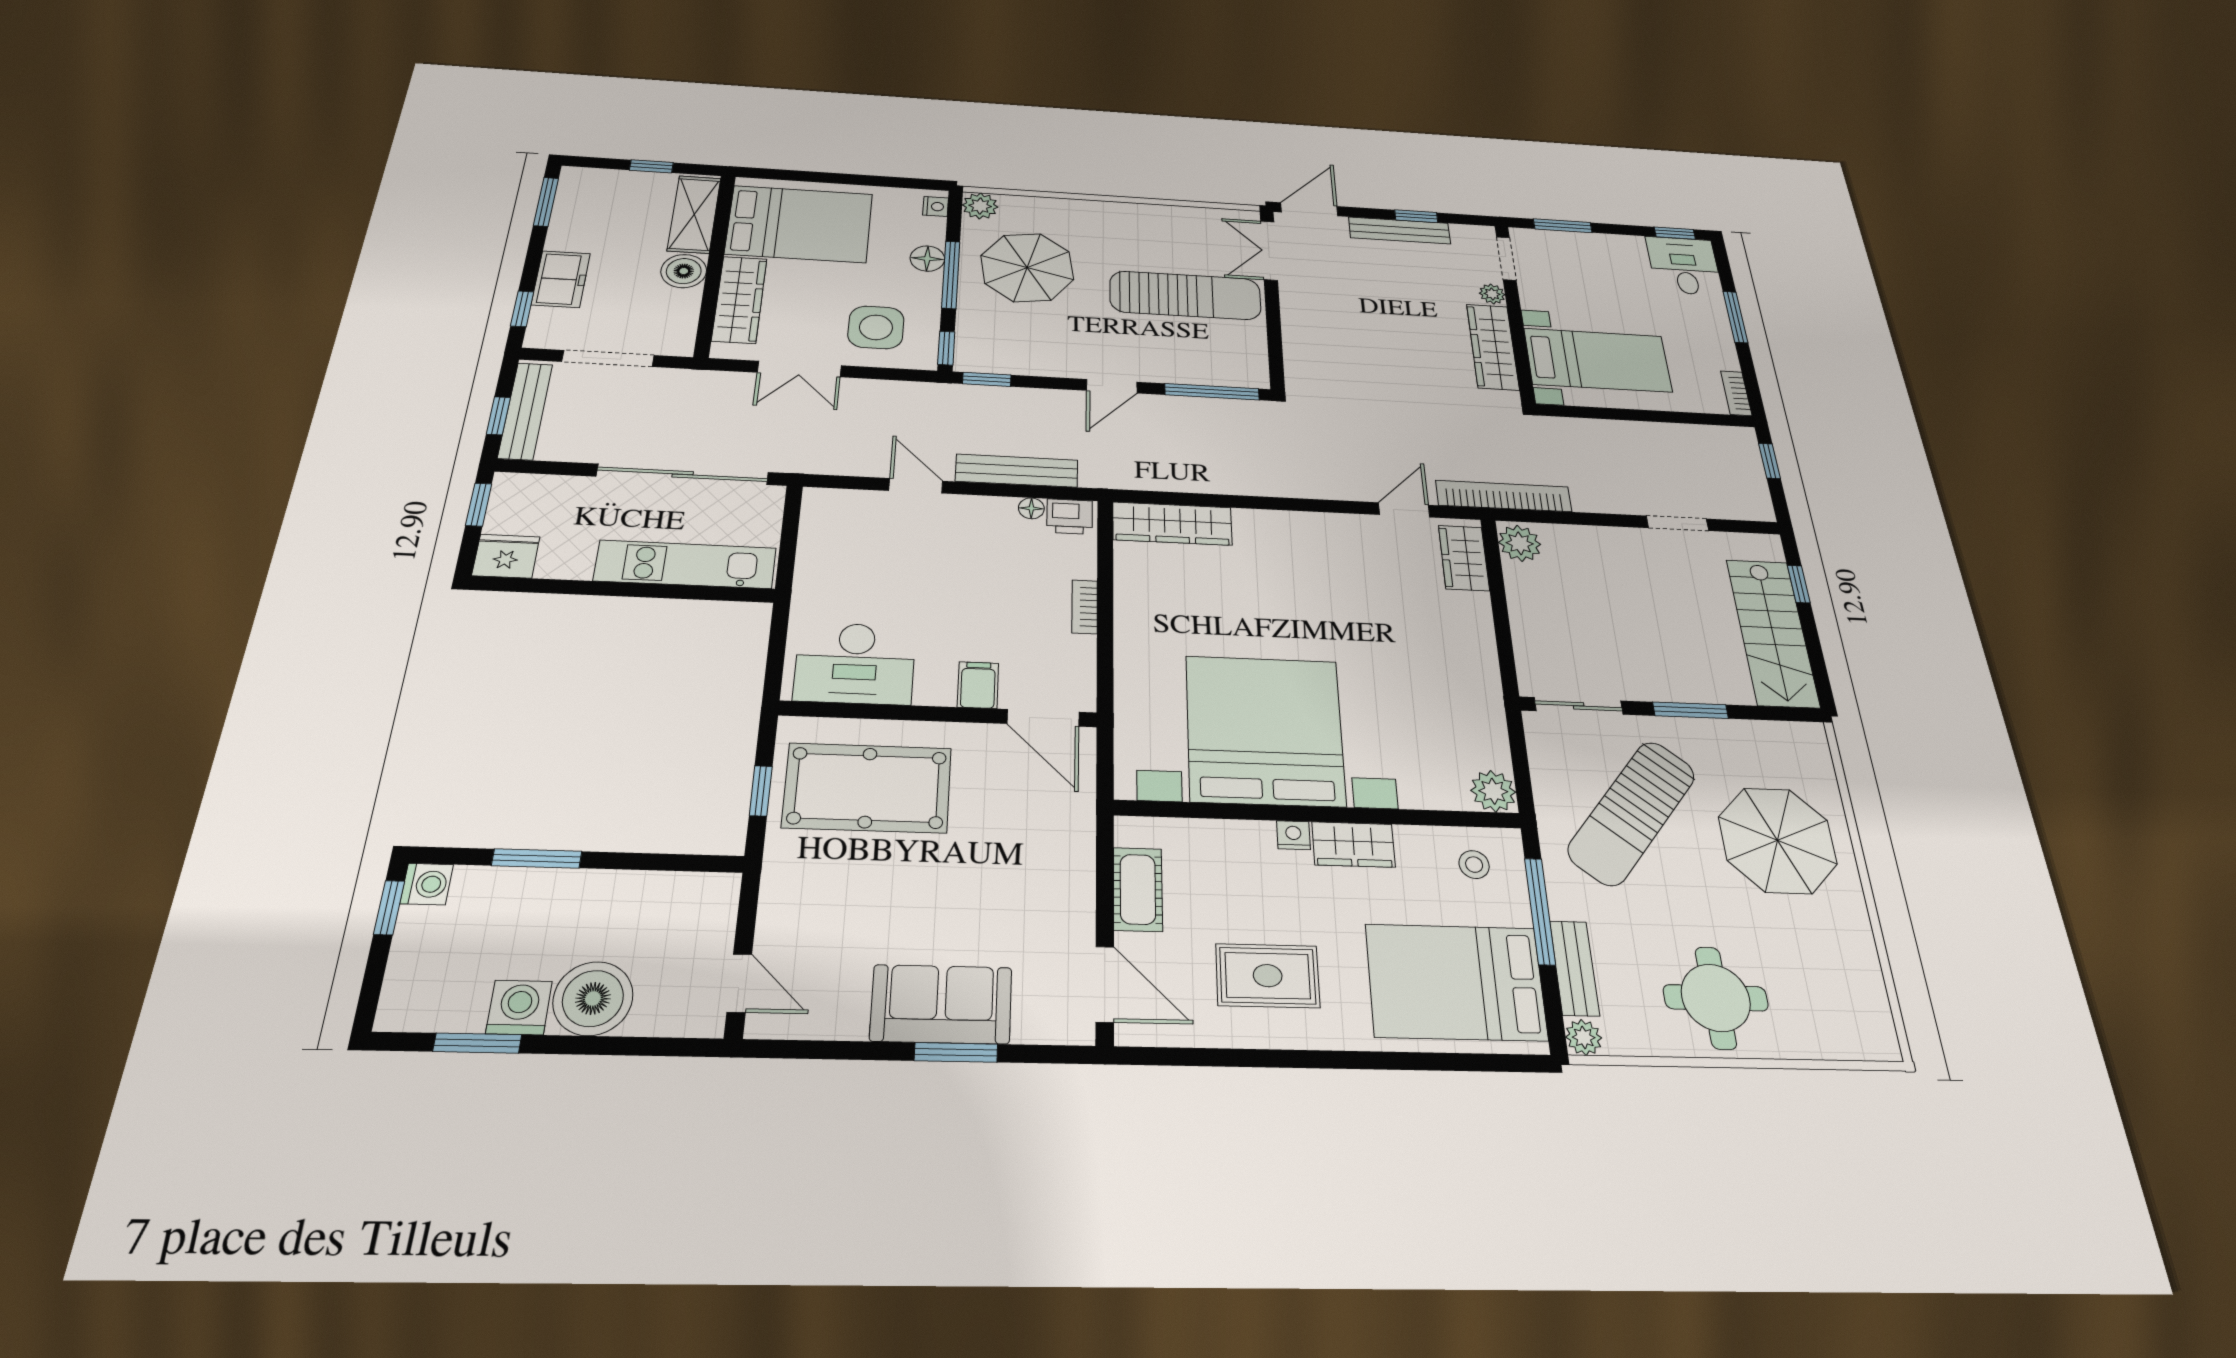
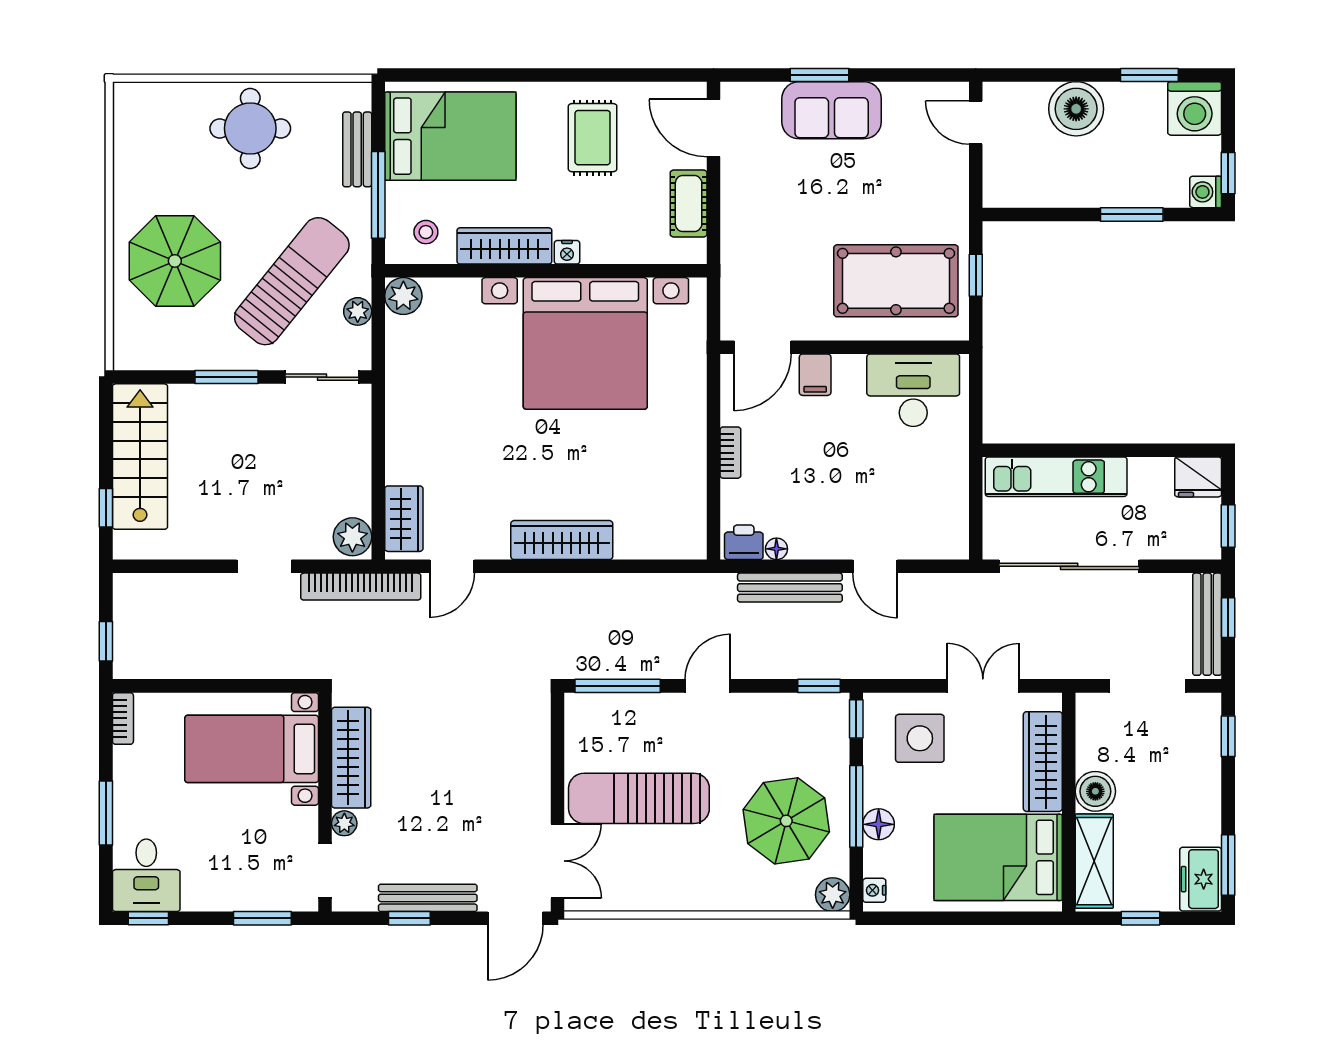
freezer: (561, 279) -> (1201, 879), moved
doorway: (1677, 523) -> (264, 566), moved
wardrobe: (1172, 524) -> (562, 540), moved
door: (1043, 718) -> (763, 347), swing flipped
wardrobe: (1353, 844) -> (504, 246), width x1.50
rug: (1268, 976) -> (593, 138), turned 90
washing machine: (519, 1007) -> (1195, 108), moved, width x1.37, depth x1.37
plant: (1584, 1037) -> (358, 311), moved

